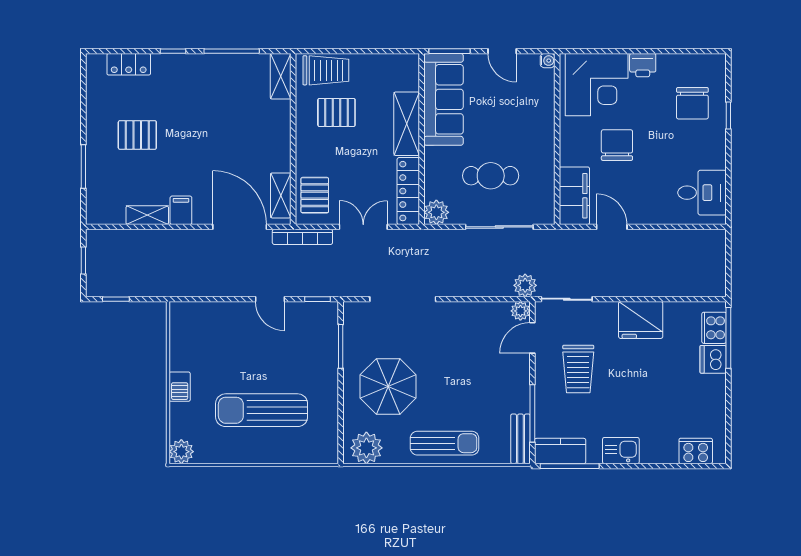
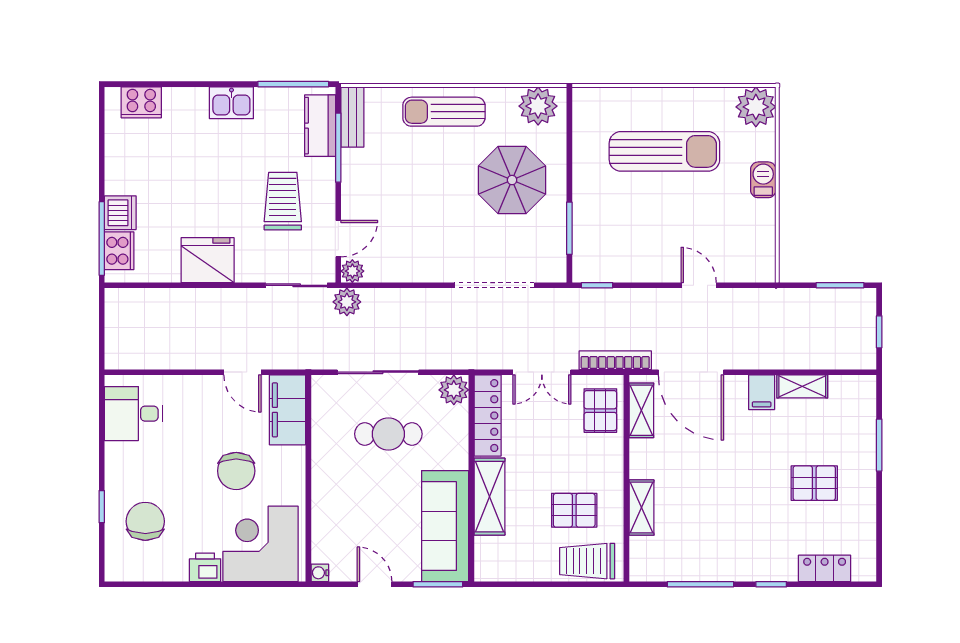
shelving: (281, 76) -> (642, 508), moved
window: (116, 299) -> (840, 285), width x1.50
door: (270, 299) -> (699, 285), moved
kitchen counter: (560, 451) -> (320, 126), moved, turned 90
plant: (181, 452) -> (756, 107), width x1.36, depth x1.36

